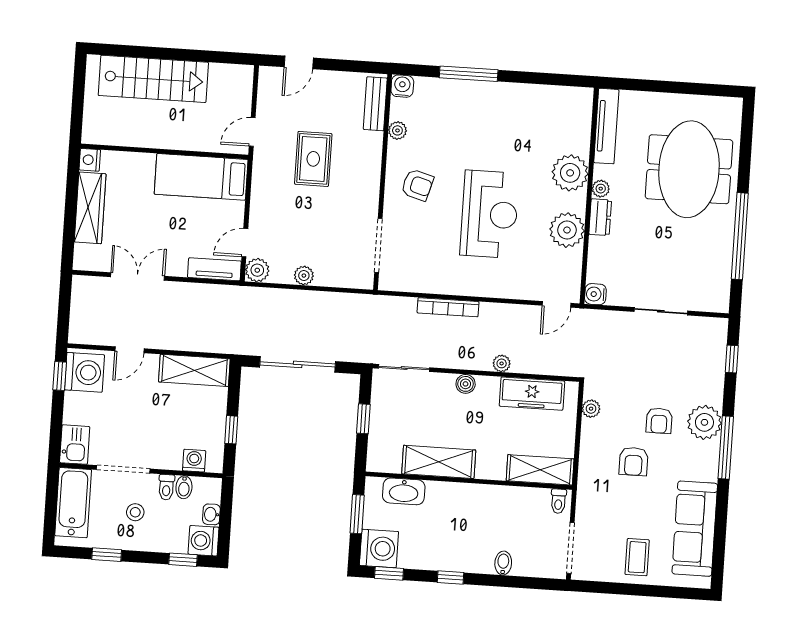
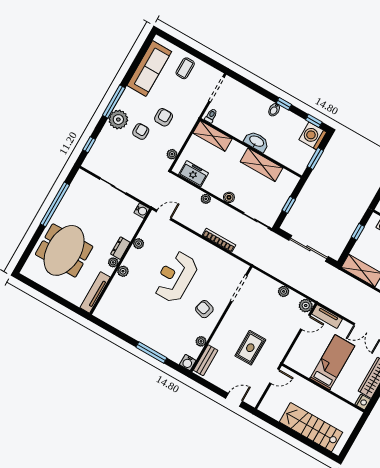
plant: (570, 173) -> (123, 271), width x0.53, depth x0.53
bed: (201, 177) -> (332, 362), moved, turned -90
plant: (567, 230) -> (139, 244), width x0.53, depth x0.53
freezer: (532, 394) -> (194, 174), width x0.71
washbasin: (404, 491) -> (256, 141), moved
bidet: (503, 563) -> (274, 110), moved

